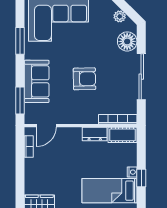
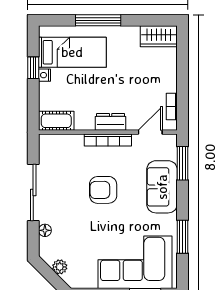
floor lamp: (127, 41) -> (45, 230), width x0.53, depth x0.53
bookcase: (118, 119) -> (108, 140), moved
dresser: (95, 134) -> (111, 122), moved

